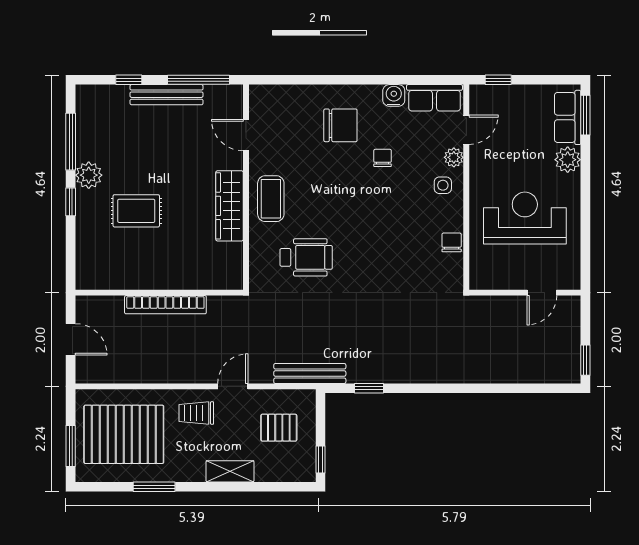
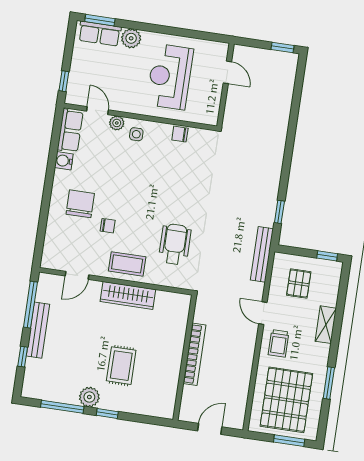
chair: (383, 158) -> (108, 226), moved, turned 180

